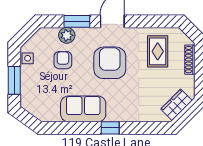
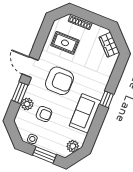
armchair: (63, 60) -> (44, 114), turned 180
armchair: (110, 63) -> (59, 81), turned 180
plant: (38, 110) -> (73, 146), added

